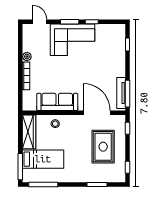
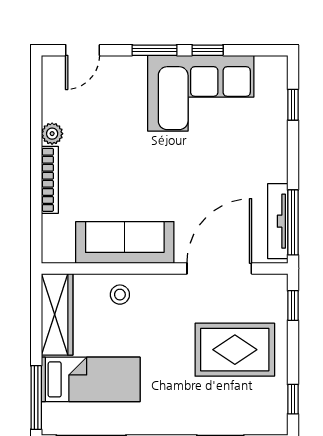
door: (40, 22) -> (83, 50), swing flipped
corner sofa: (72, 40) -> (201, 93), moved
door: (97, 113) -> (219, 268), hinge flipped
rug: (103, 147) -> (235, 350), turned 90

